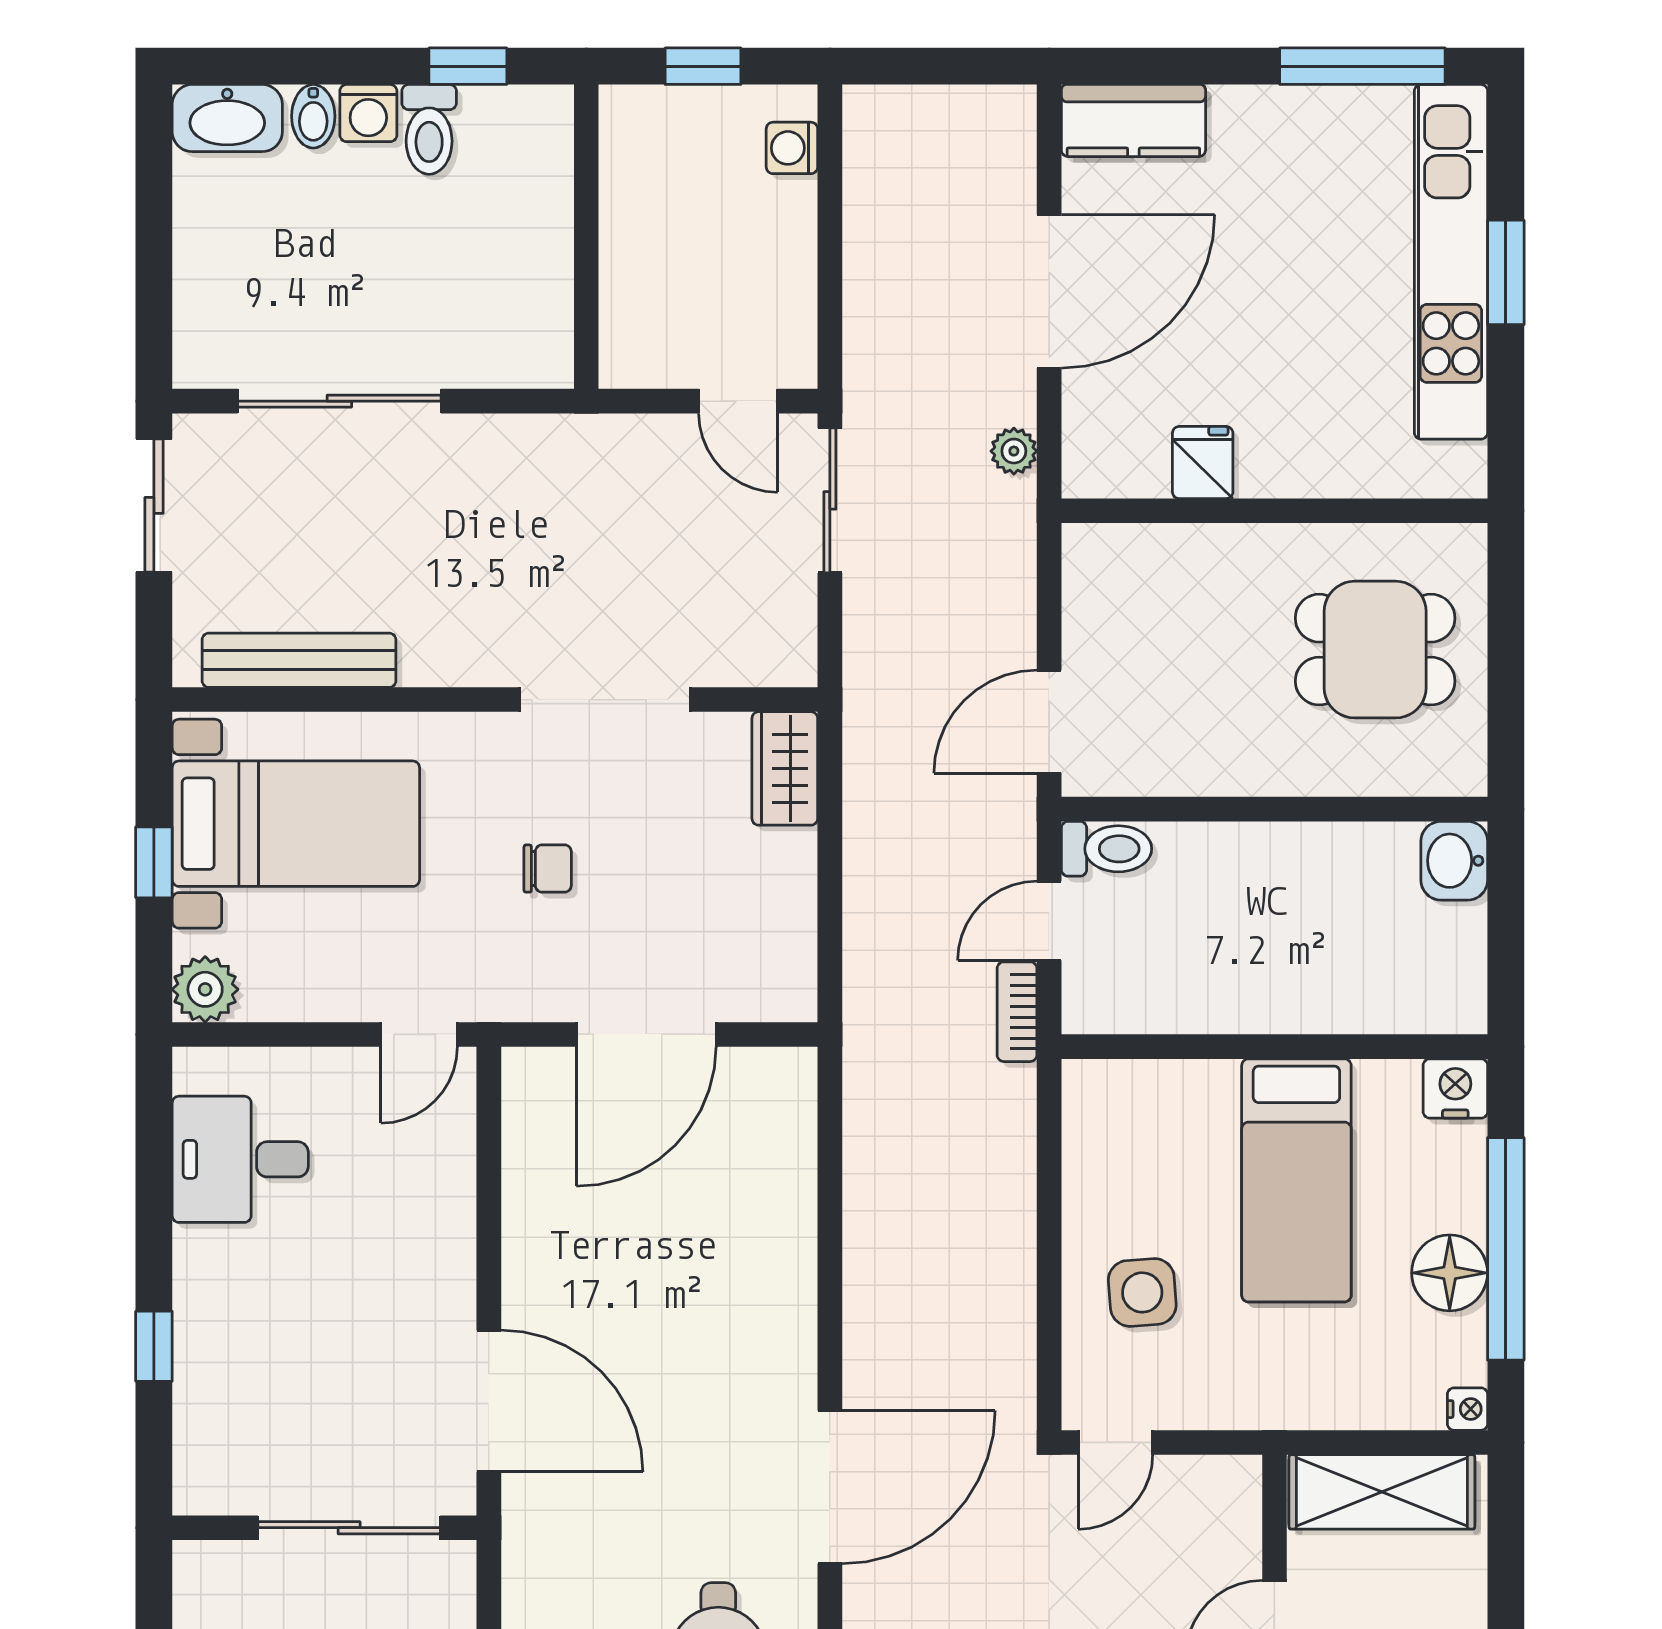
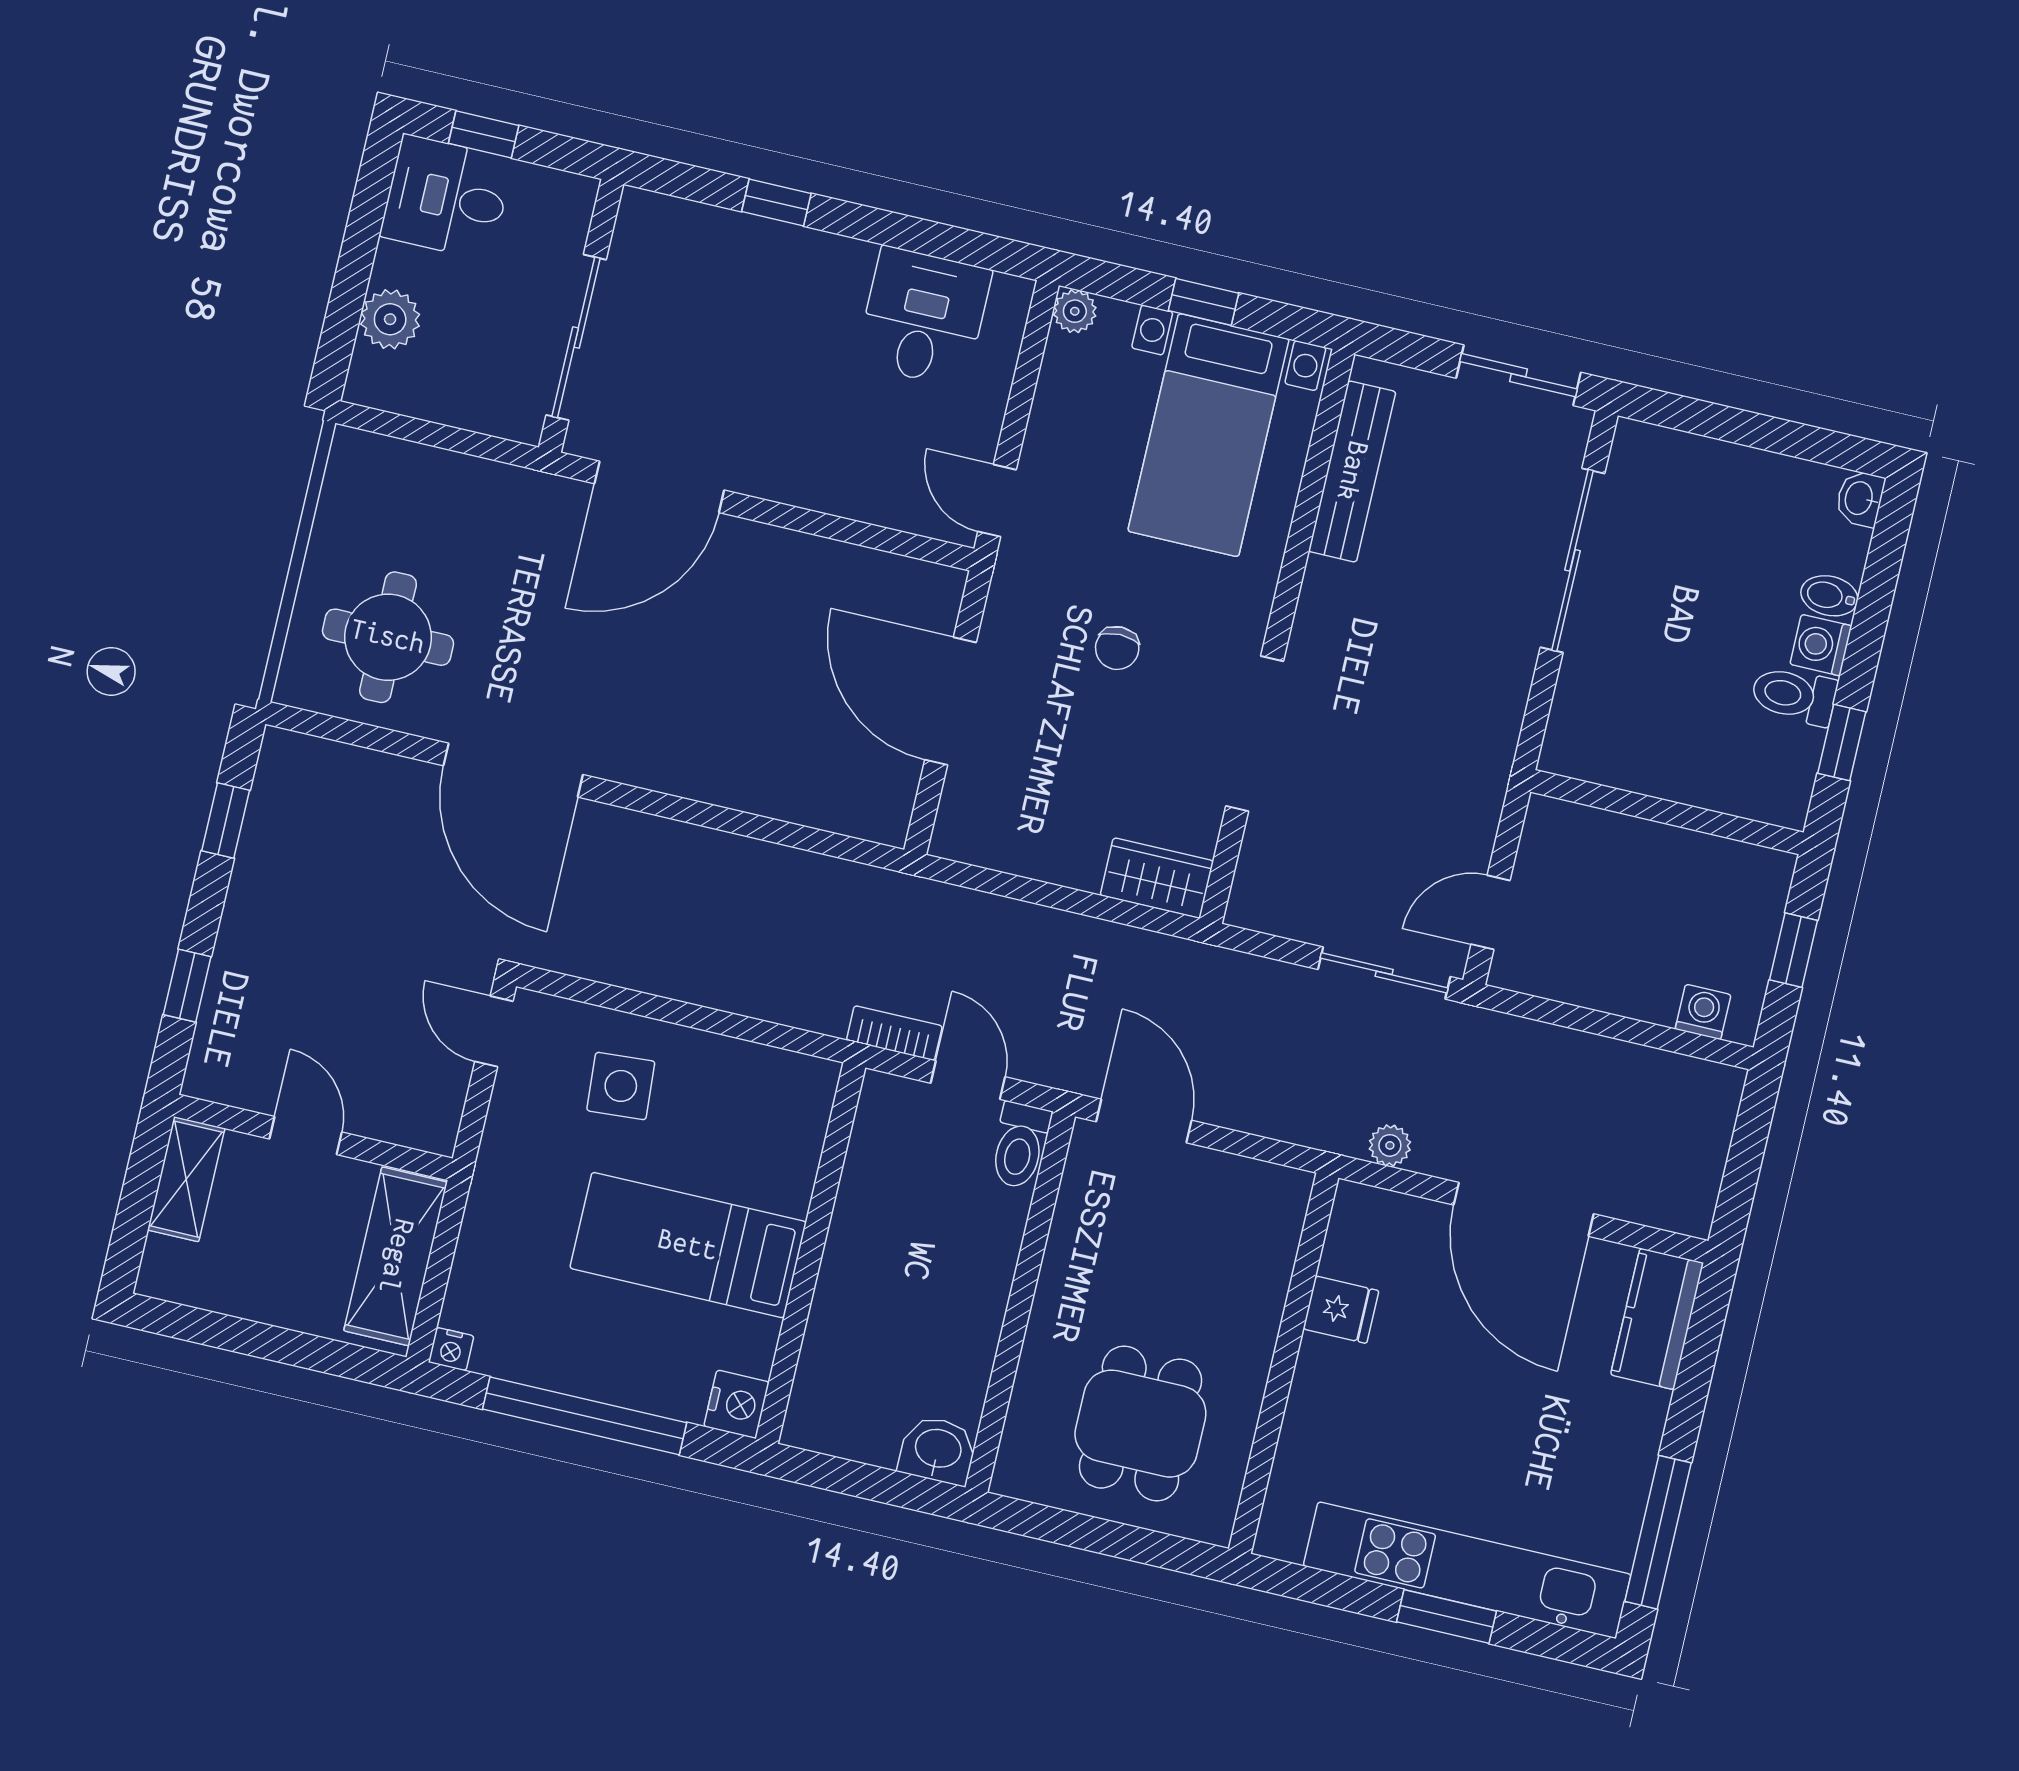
washbasin: (227, 118) -> (1860, 498), width x0.52, depth x0.69
plant: (205, 989) -> (1075, 311), width x0.73, depth x0.73
floor lamp: (1450, 1273) -> (575, 1361), removed

